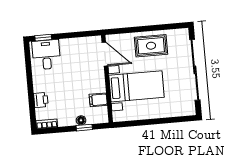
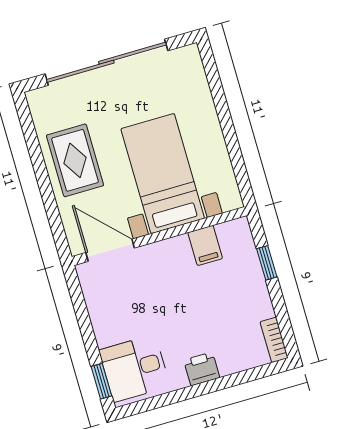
door: (105, 54) -> (110, 250), hinge flipped
printer: (41, 100) -> (202, 369), moved
floor lamp: (81, 120) -> (253, 272), removed

